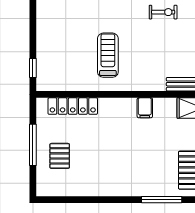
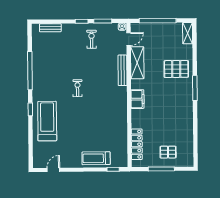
treadmill: (108, 55) -> (96, 158), moved
filing cabinet: (145, 108) -> (137, 99), width x2.00

